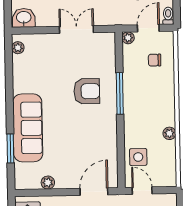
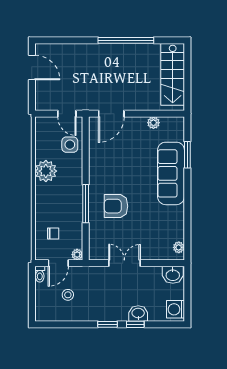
double door: (76, 29) -> (124, 263), swing flipped
plant: (169, 133) -> (46, 171), width x1.88, depth x1.88

